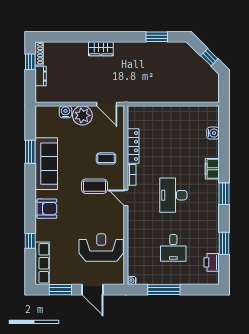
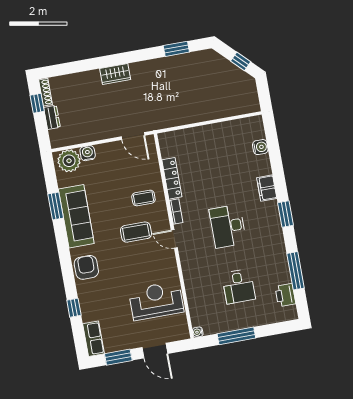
plant: (82, 115) -> (69, 161), moved
armchair: (47, 209) -> (86, 267), turned -90
window: (224, 243) -> (296, 271), width x1.44
row of seats: (42, 263) -> (93, 339), width x0.68

